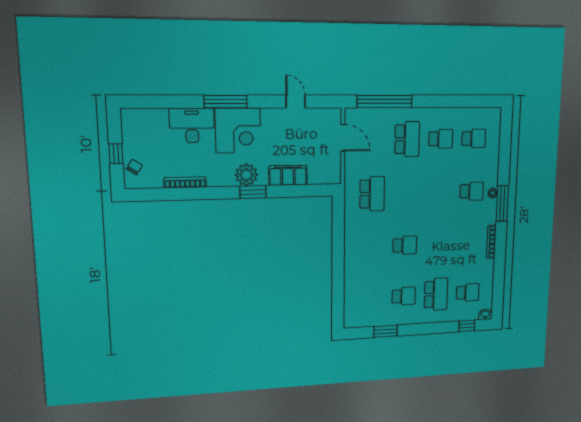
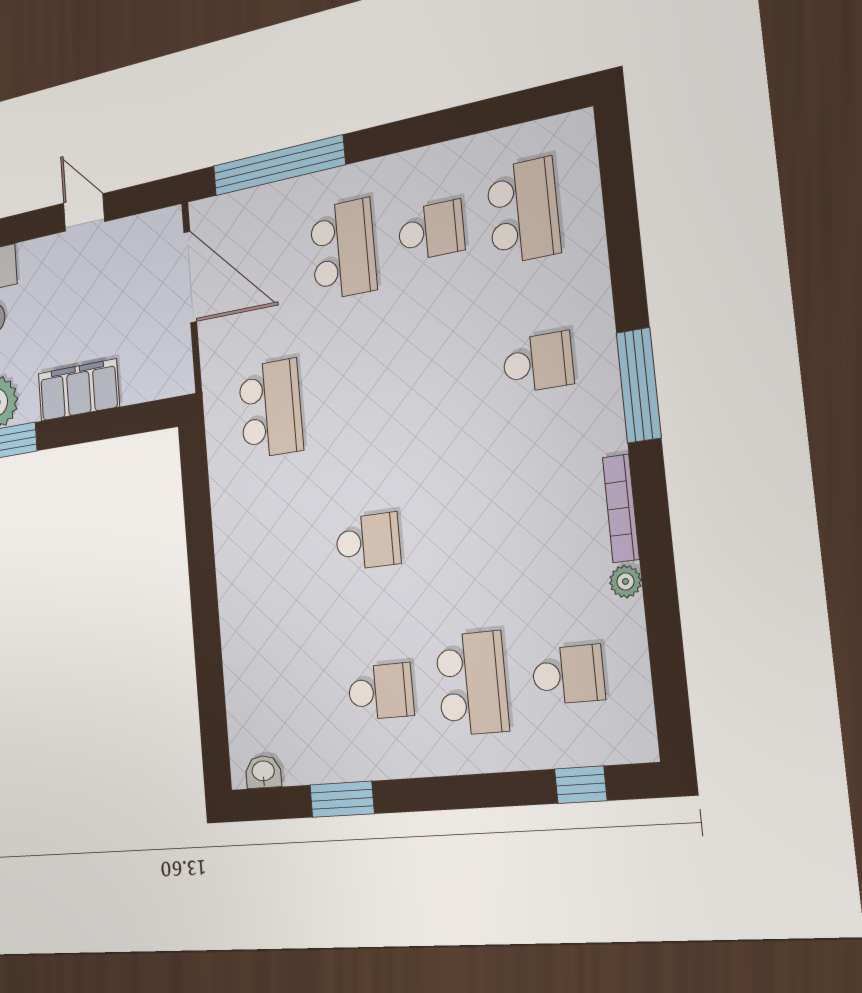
door: (343, 138) -> (190, 277), width x1.36
school desk: (474, 138) -> (523, 211), width x1.85
plant: (493, 193) -> (625, 581), moved
washbasin: (485, 314) -> (263, 772), moved

